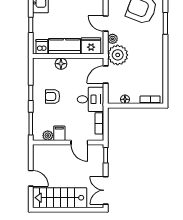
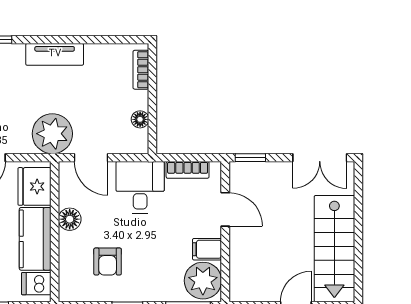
plant: (113, 39) -> (20, 144), removed
tv unit: (158, 56) -> (55, 54), added
floor lamp: (61, 64) -> (70, 219), moved
armchair: (52, 96) -> (108, 261), moved
plant: (48, 136) -> (203, 281), width x1.88, depth x1.88
door: (79, 142) -> (225, 209), hinge flipped

